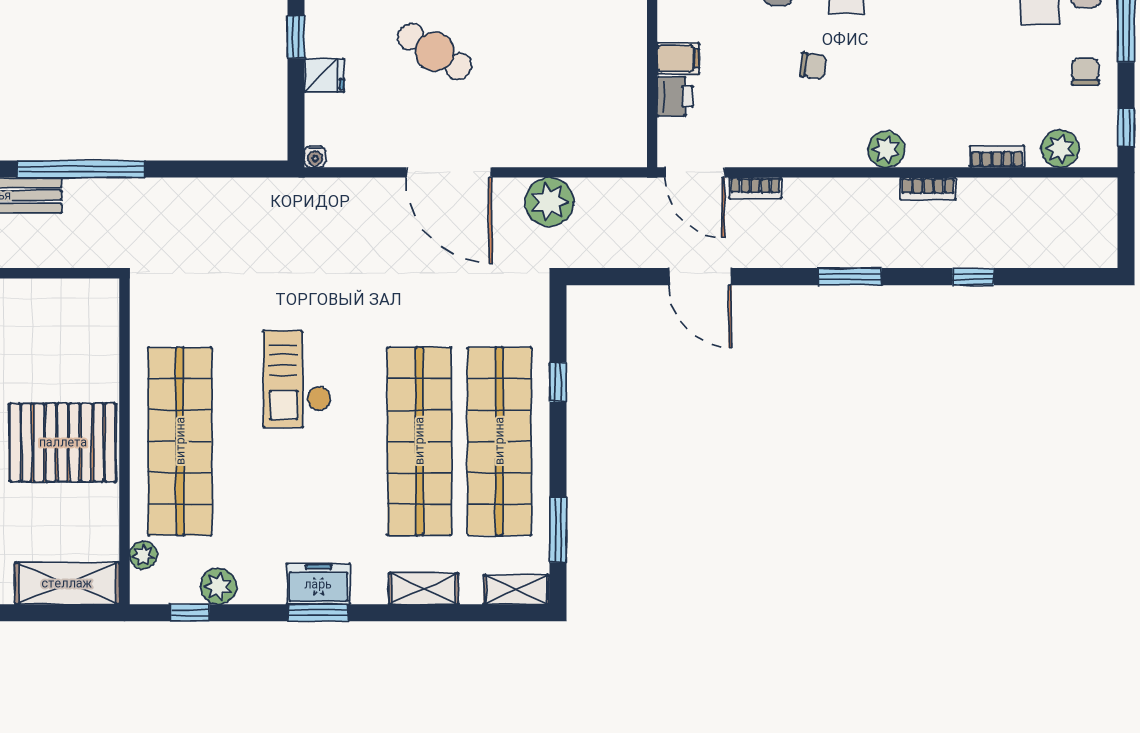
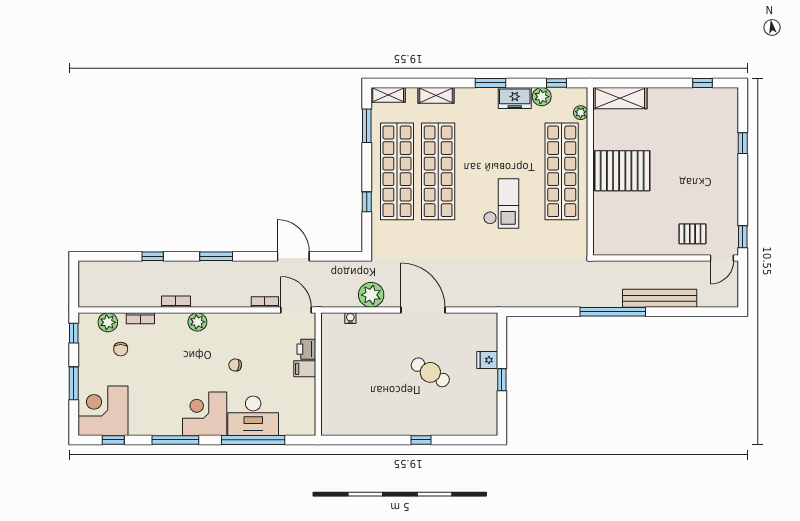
chair: (1085, 72) -> (121, 349), moved
water cooler: (315, 157) -> (350, 318), moved
freezer: (318, 584) -> (515, 98), moved

